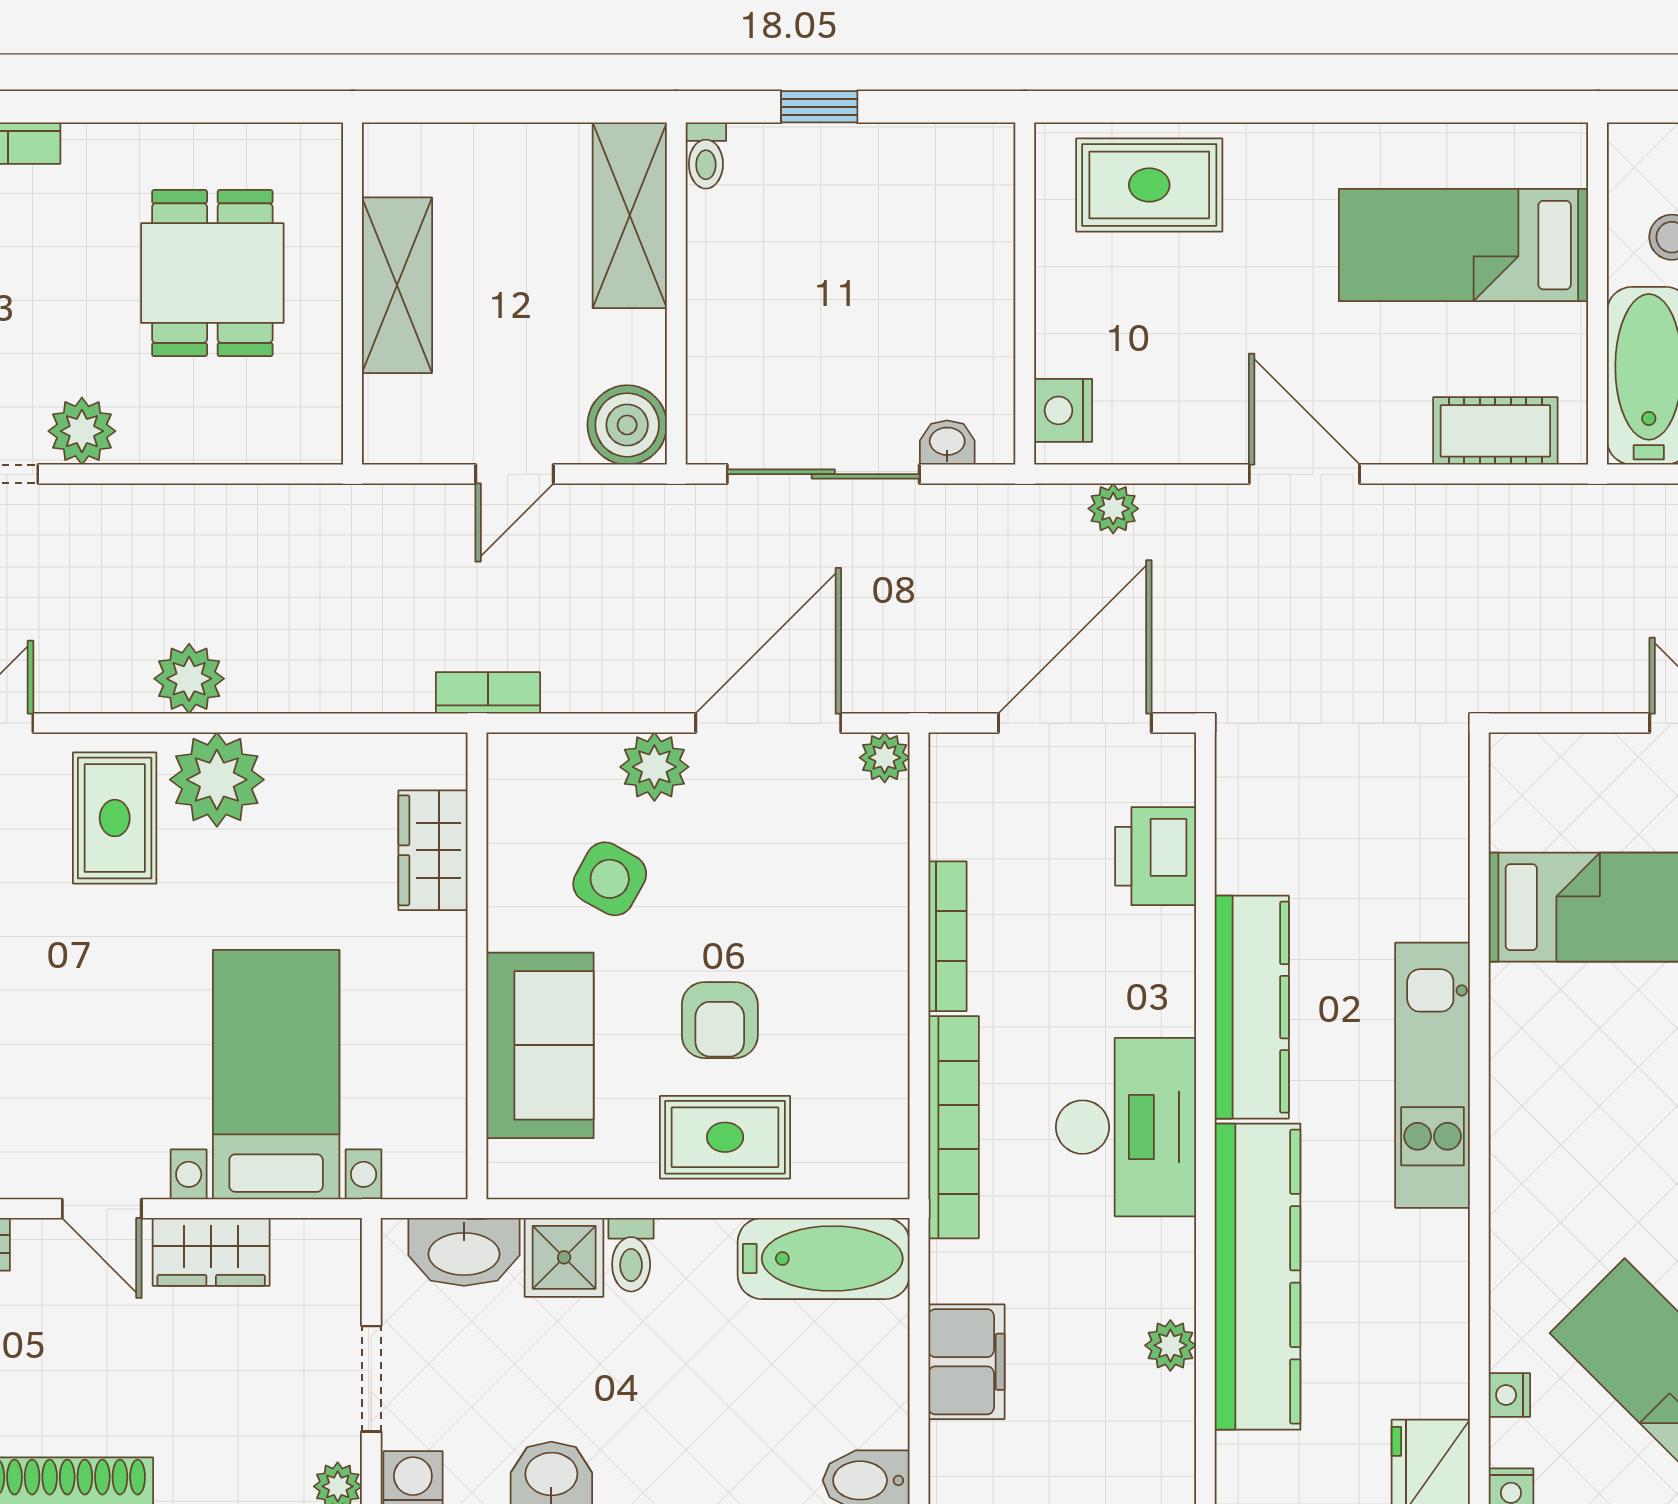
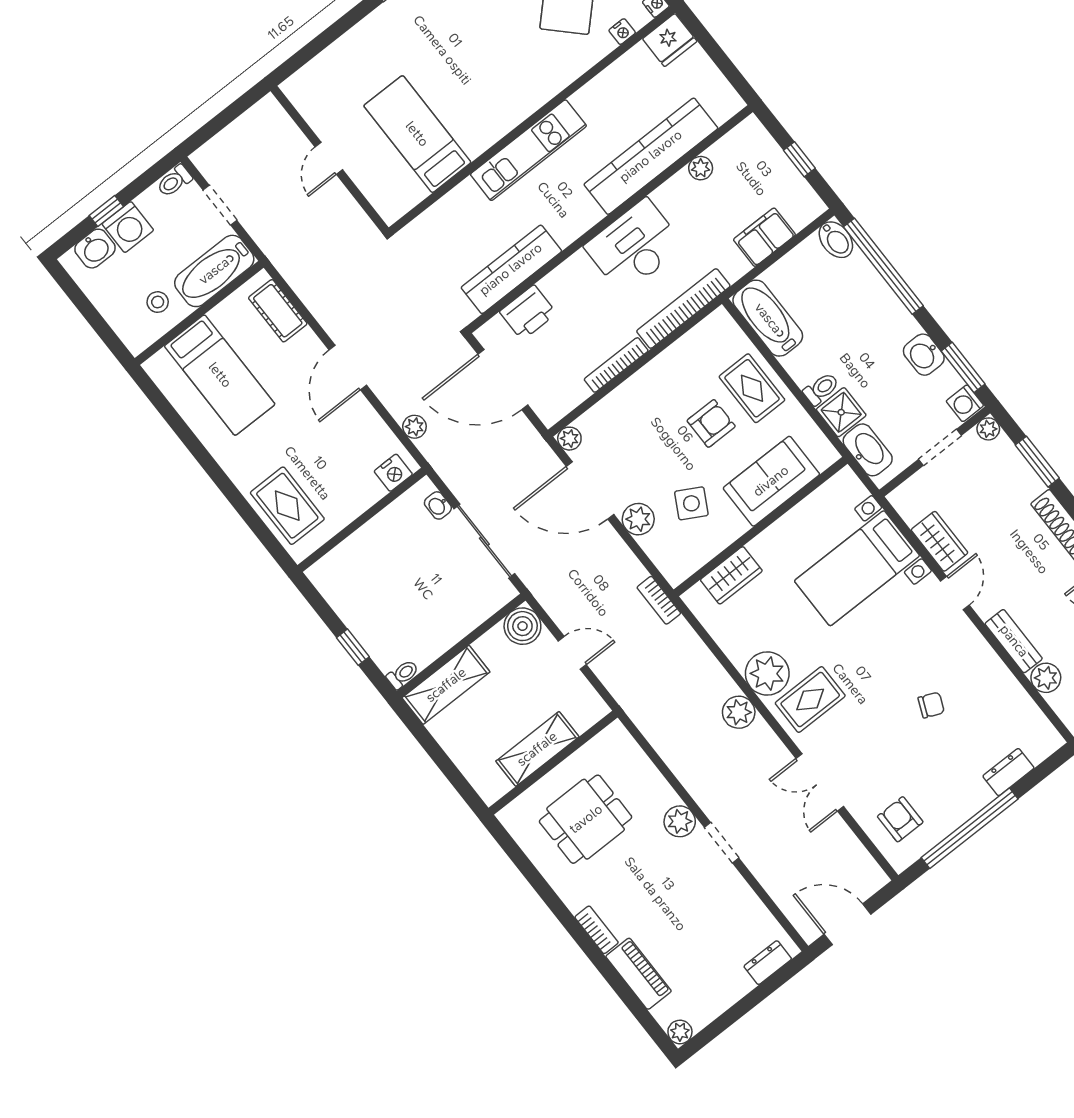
kitchen counter: (1252, 1007) -> (511, 269), moved

